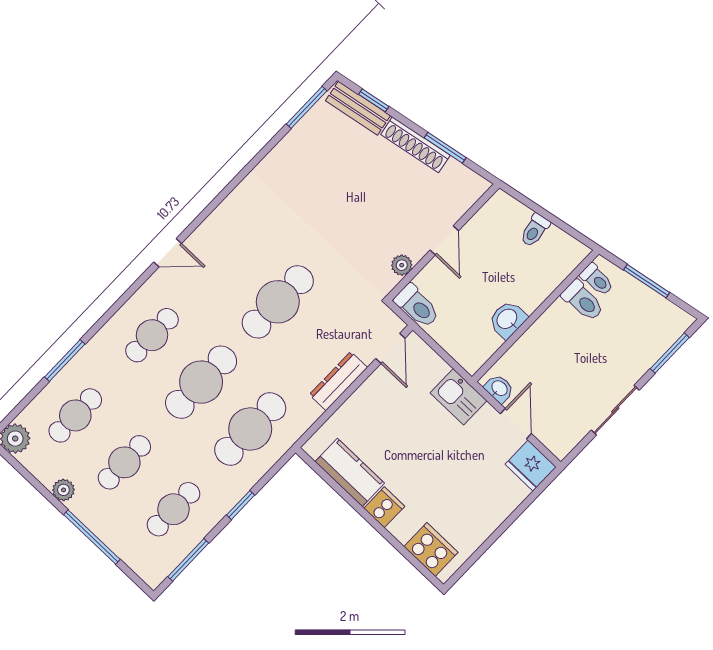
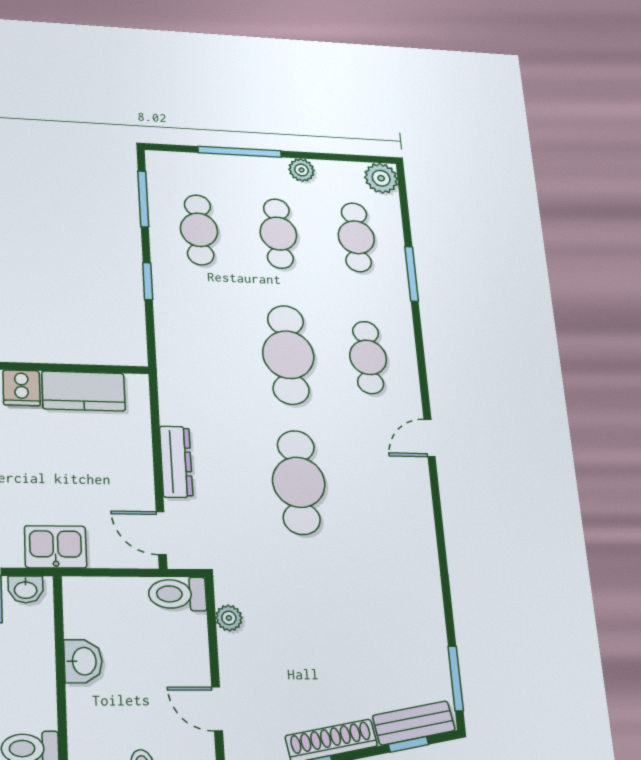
door: (444, 240) -> (217, 709), moved
cafe table: (250, 429) -> (207, 352), removed

